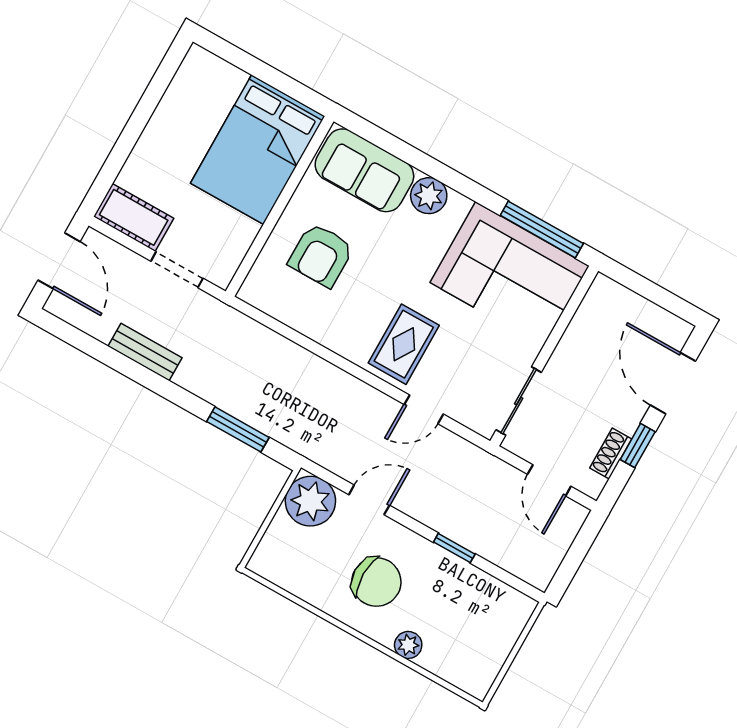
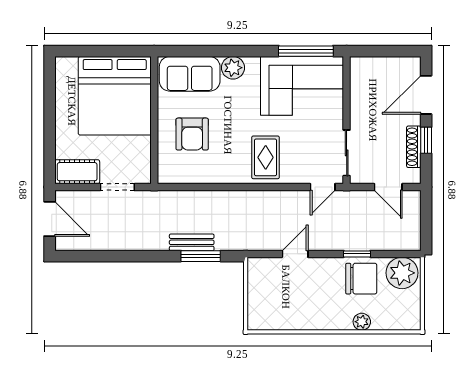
bed: (258, 150) -> (115, 96), width x1.36
bench: (145, 352) -> (192, 242), moved
door: (673, 383) -> (426, 95), hinge flipped
door: (424, 409) -> (323, 187), moved
shoe rack: (611, 453) -> (414, 147), width x1.43
plant: (310, 501) -> (402, 273), moved
chair: (376, 582) -> (361, 279), moved

